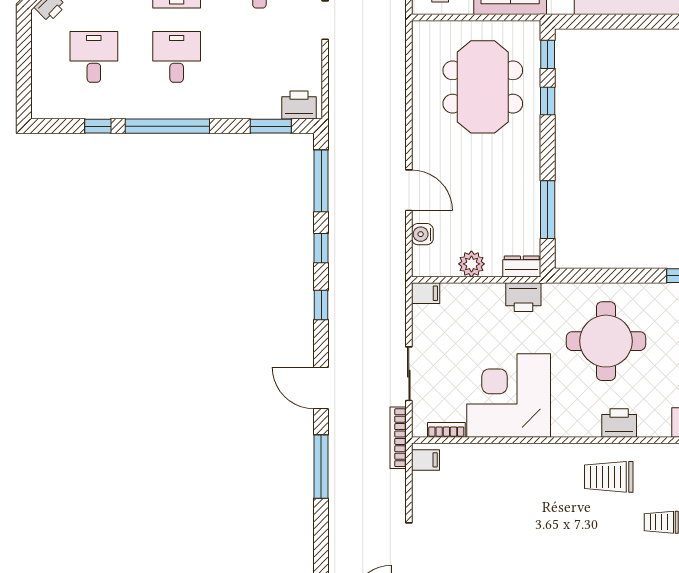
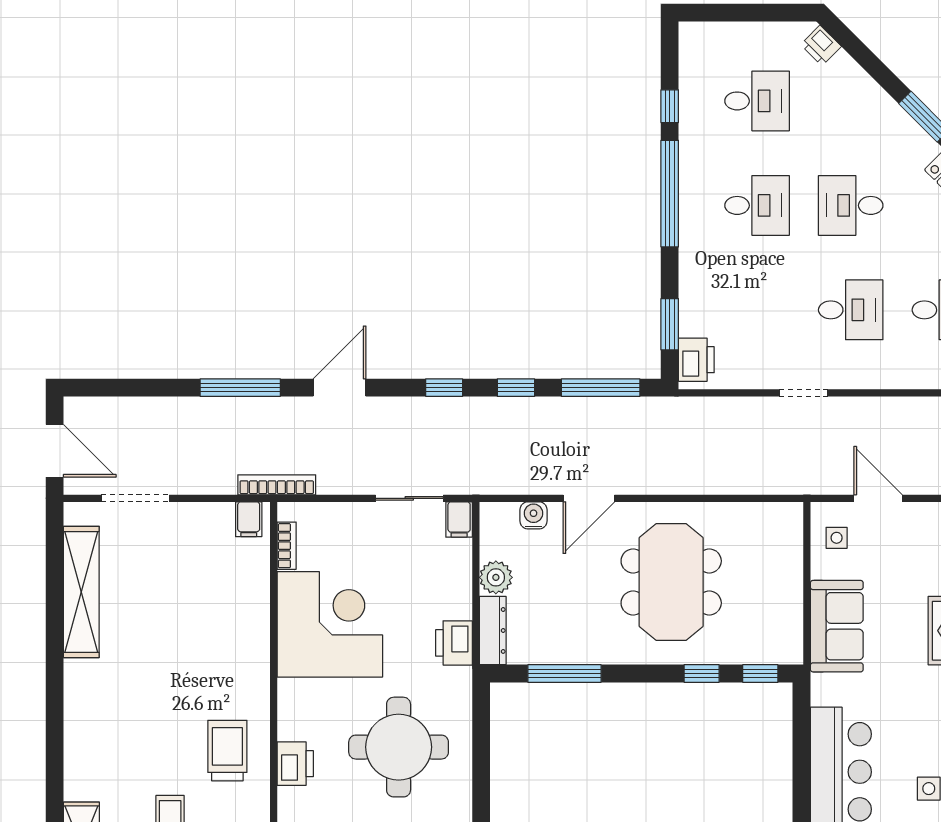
meeting table: (483, 87) -> (671, 582), moved, turned 90
dresser: (522, 266) -> (493, 630), width x1.44
sliding door: (409, 374) -> (409, 498), moved

